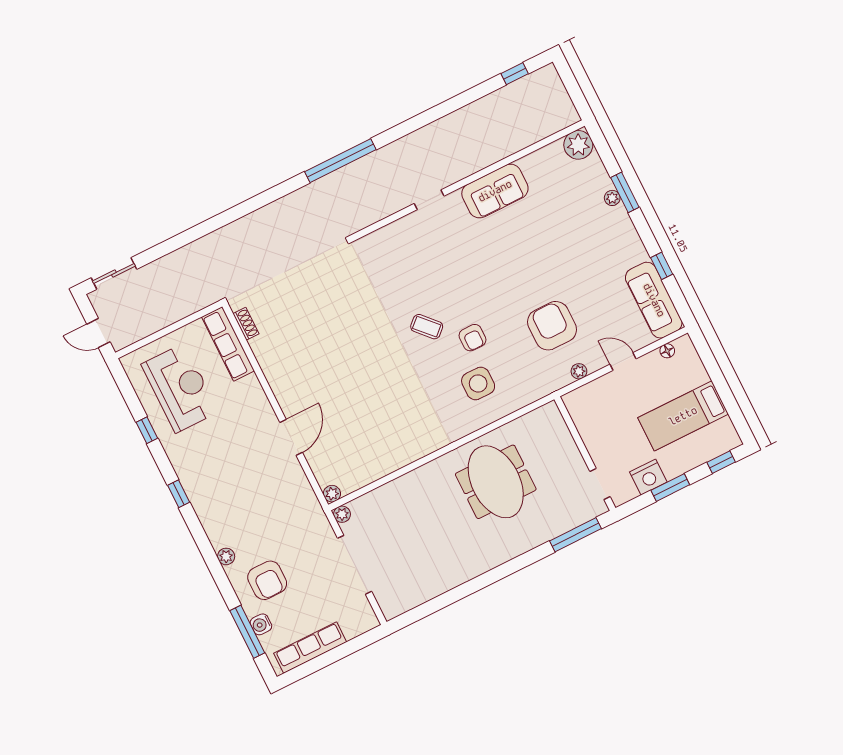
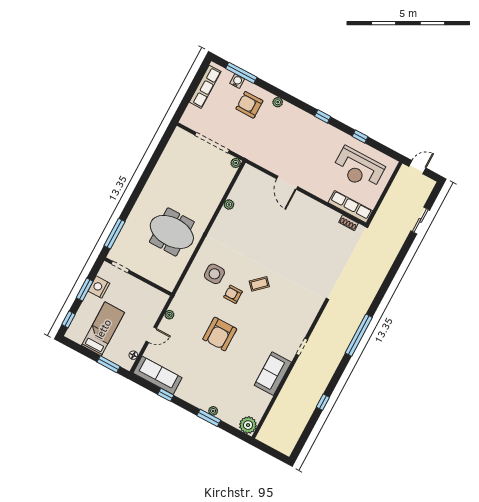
window: (515, 74) -> (323, 402), moved
sliding door: (114, 273) -> (420, 220), moved
armchair: (552, 326) -> (220, 334), moved, turned 90
window: (710, 363) -> (109, 364), added
plant: (332, 494) -> (229, 205), moved

